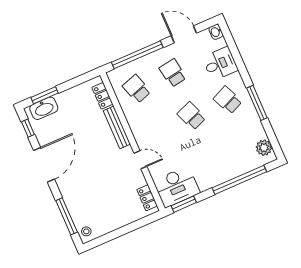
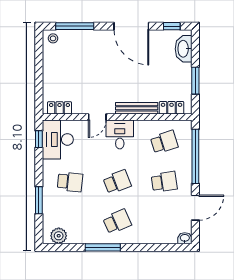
desk: (220, 64) -> (120, 134), moved, turned 180
window: (45, 95) -> (195, 81), moved
school desk: (210, 159) -> (70, 182), added
window: (239, 180) -> (39, 200), width x0.47
window: (184, 204) -> (39, 139), width x0.67

